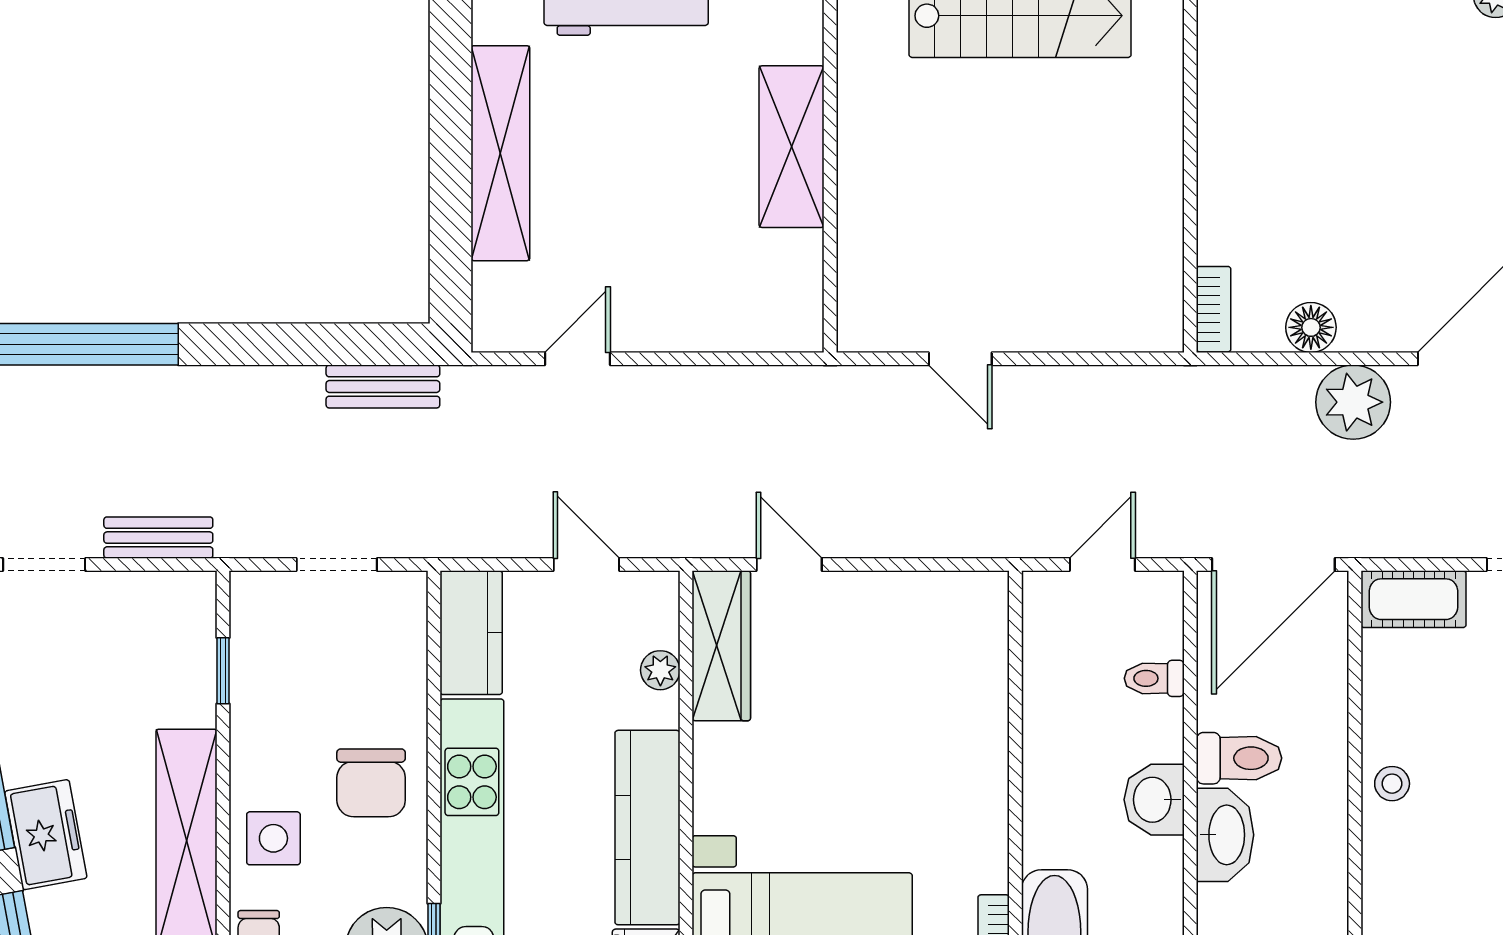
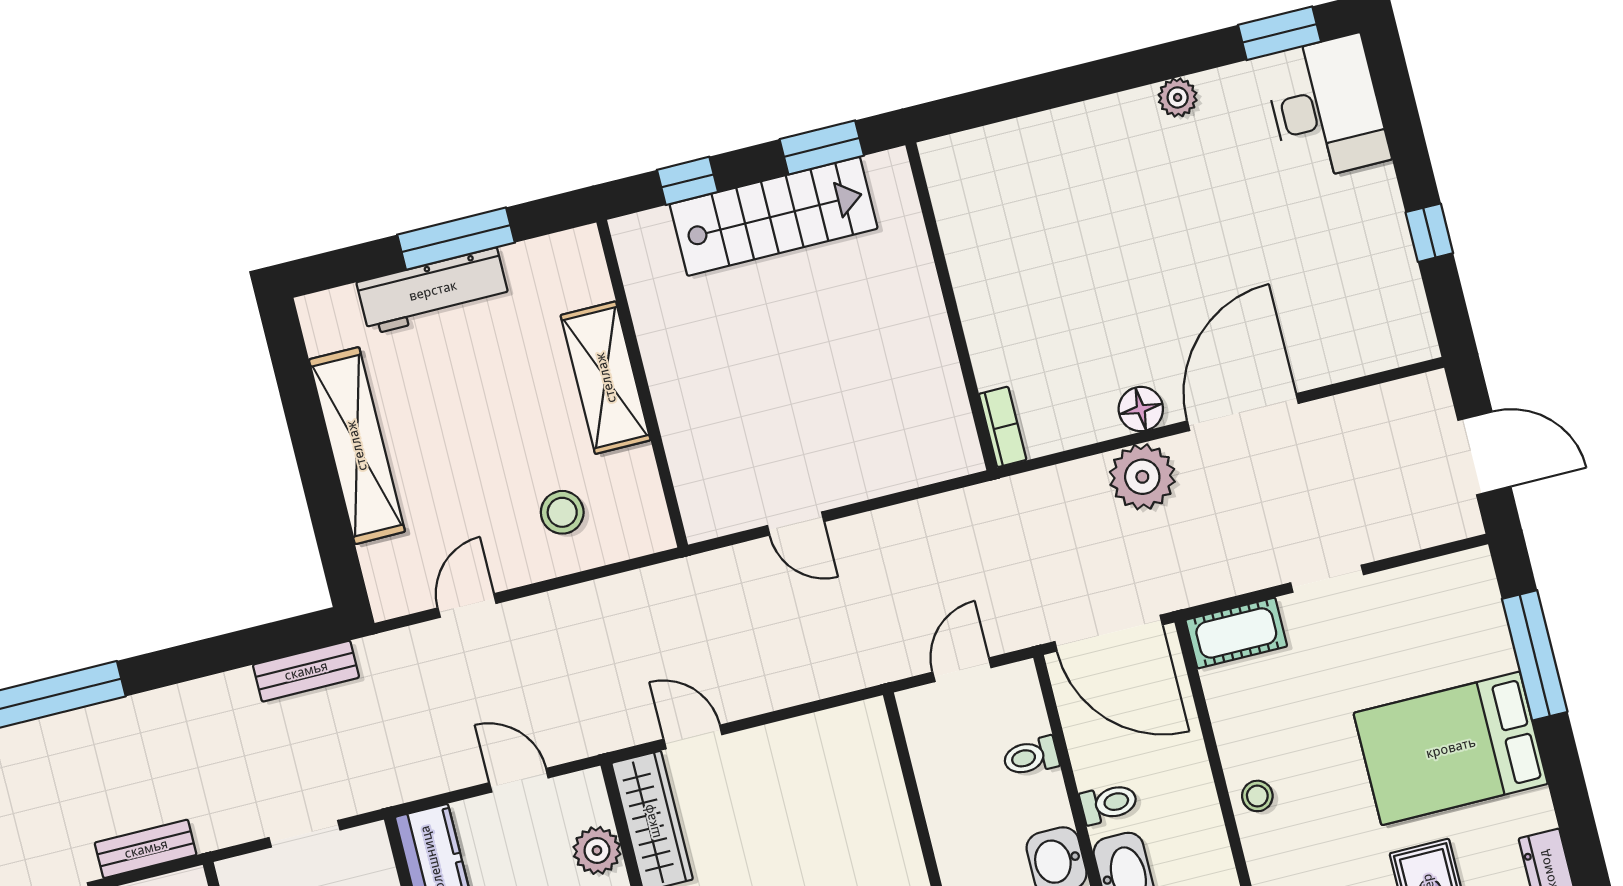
stool: (707, 282) -> (562, 512), added
floor lamp: (1311, 327) -> (1141, 409), moved
door: (1273, 564) -> (1109, 633), hinge flipped
plant: (660, 670) -> (597, 850), width x1.38, depth x1.38
toilet: (1239, 758) -> (1109, 803), width x0.73, depth x0.72

